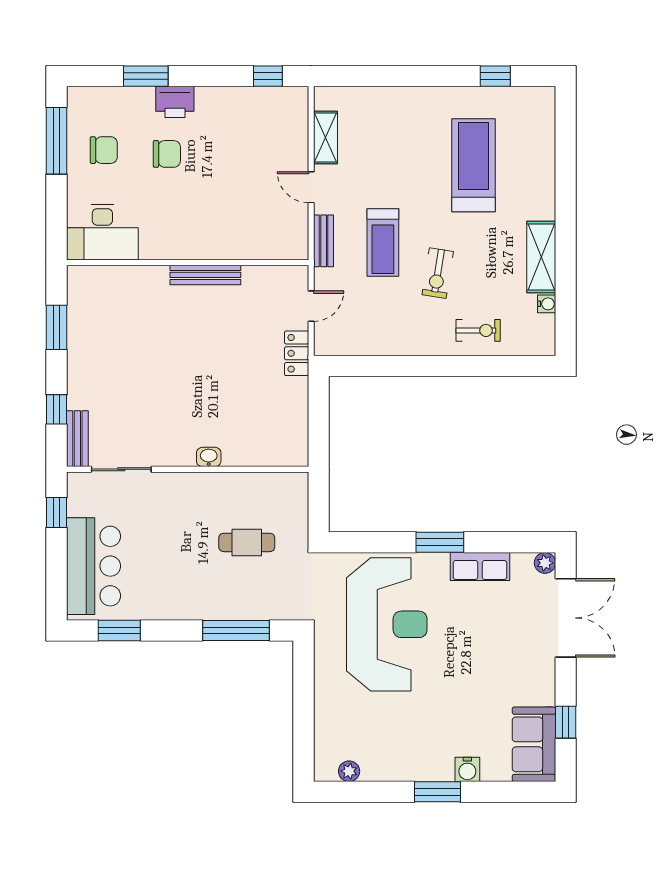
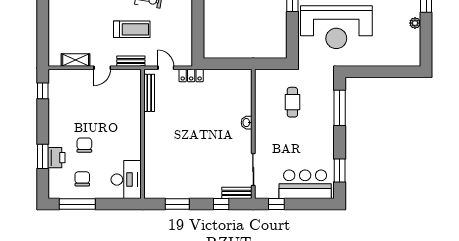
printer: (175, 102) -> (56, 158), moved
bench: (205, 275) -> (149, 93), moved
reception desk: (387, 624) -> (336, 27), turned 180
plant: (349, 771) -> (415, 23), moved

